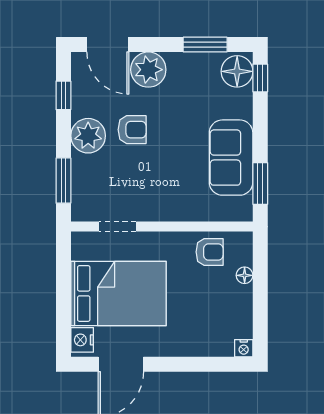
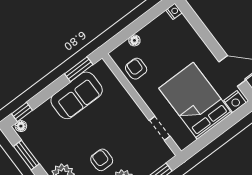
floor lamp: (237, 71) -> (21, 126), width x0.53, depth x0.53

